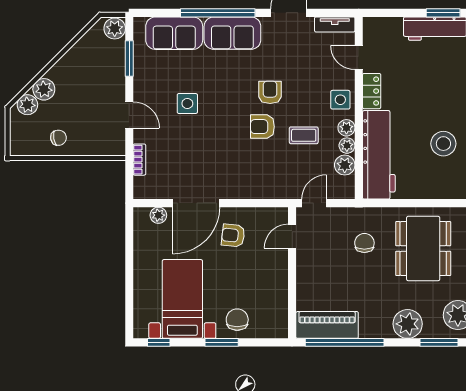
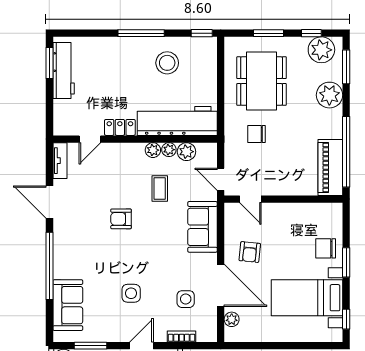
sofa: (232, 33) -> (202, 227), moved, turned 180
side table: (340, 100) -> (186, 299), moved
armchair: (262, 127) -> (152, 226), removed
dining table: (423, 249) -> (262, 81), turned 90

